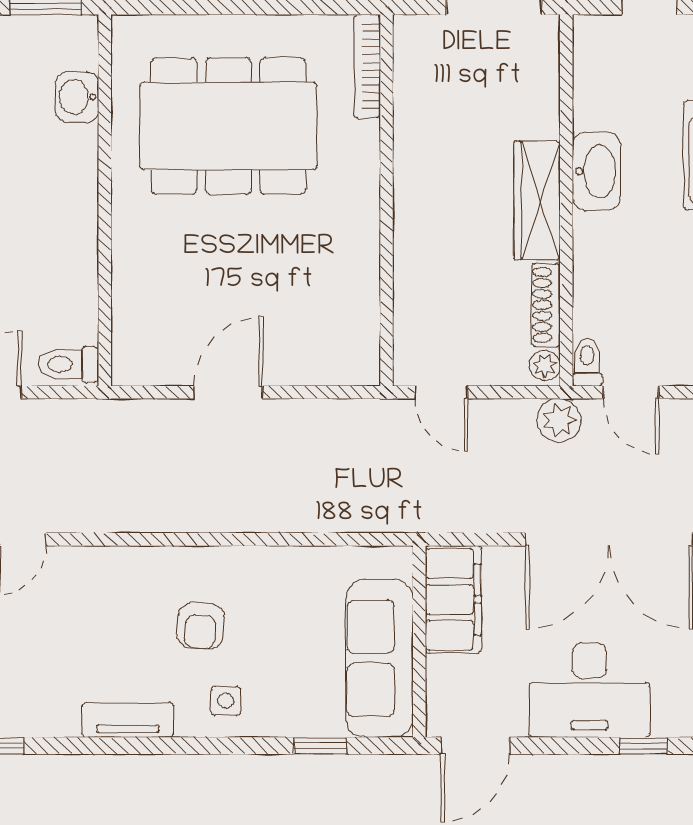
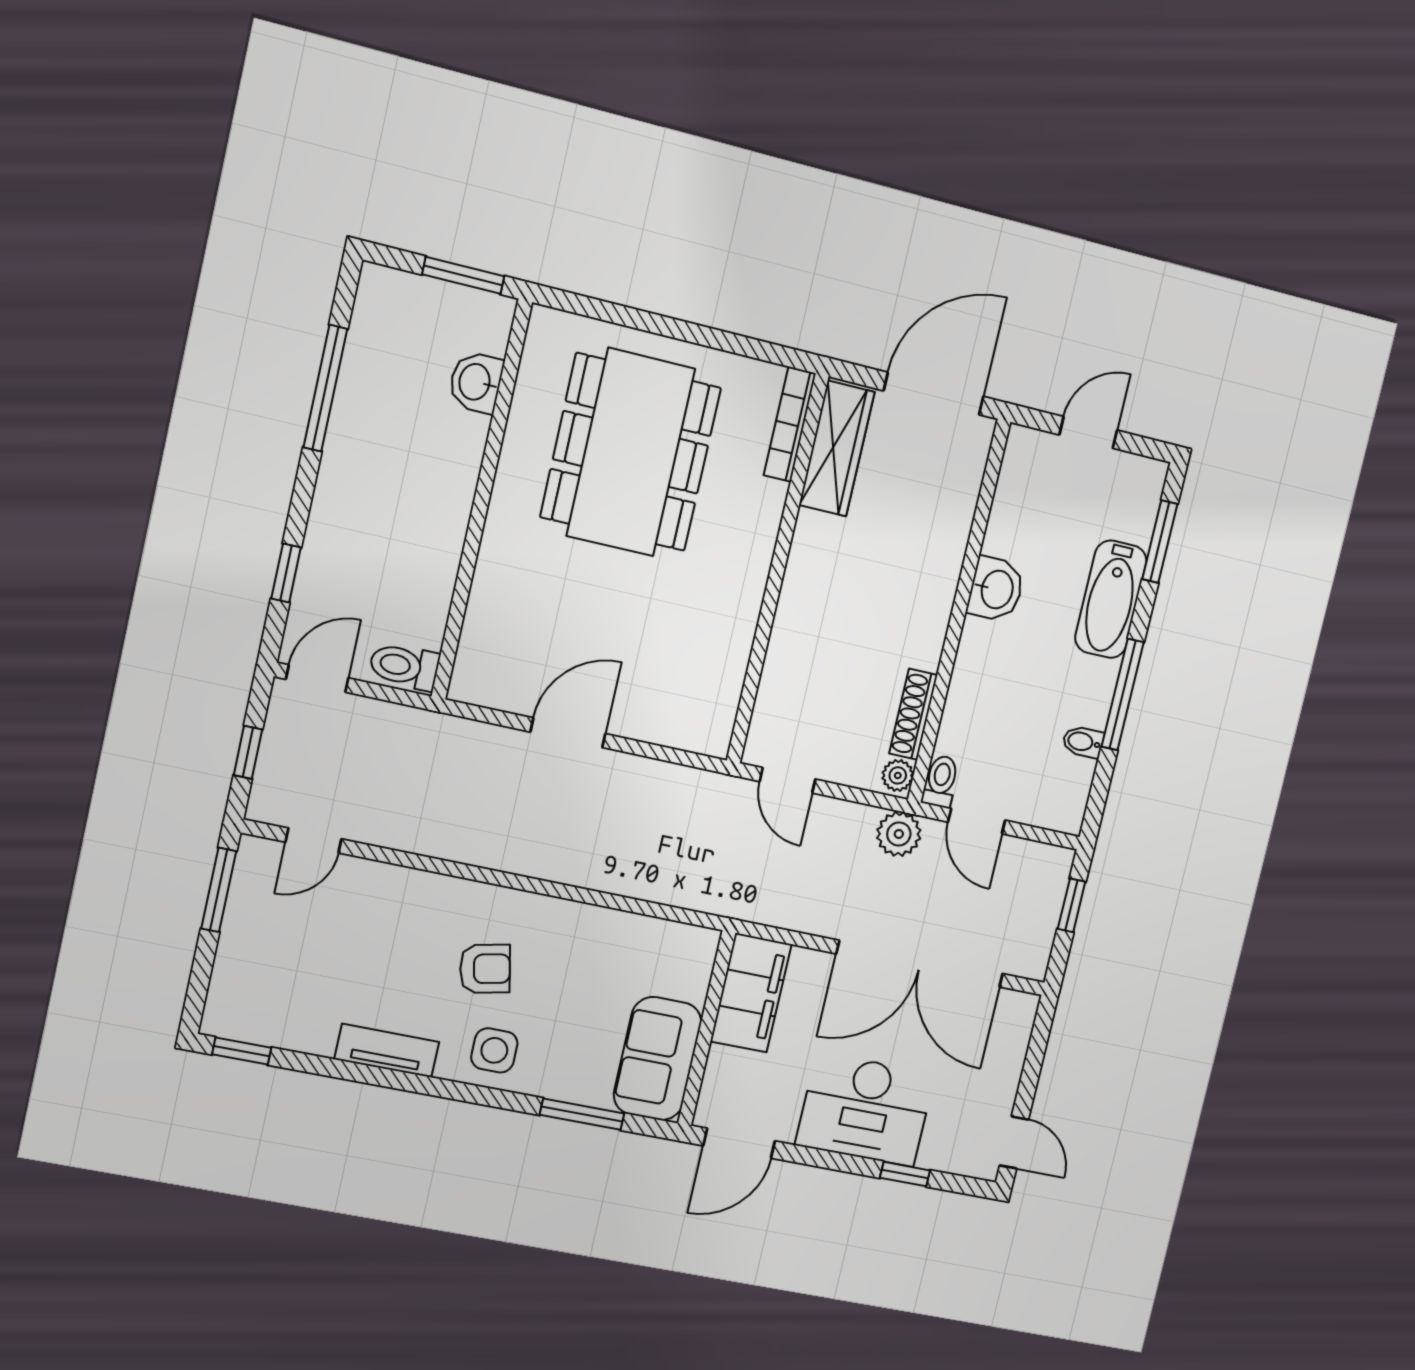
dining table: (228, 126) -> (631, 452), turned 90
washbasin: (596, 171) -> (996, 589), width x0.72
wardrobe: (537, 200) -> (837, 448), moved, turned 180
armchair: (201, 626) -> (485, 969), turned -106
sofa: (379, 658) -> (658, 1059), width x0.73
side table: (226, 701) -> (494, 1050), width x1.37, depth x1.37
window: (320, 746) -> (582, 1114), width x1.50

